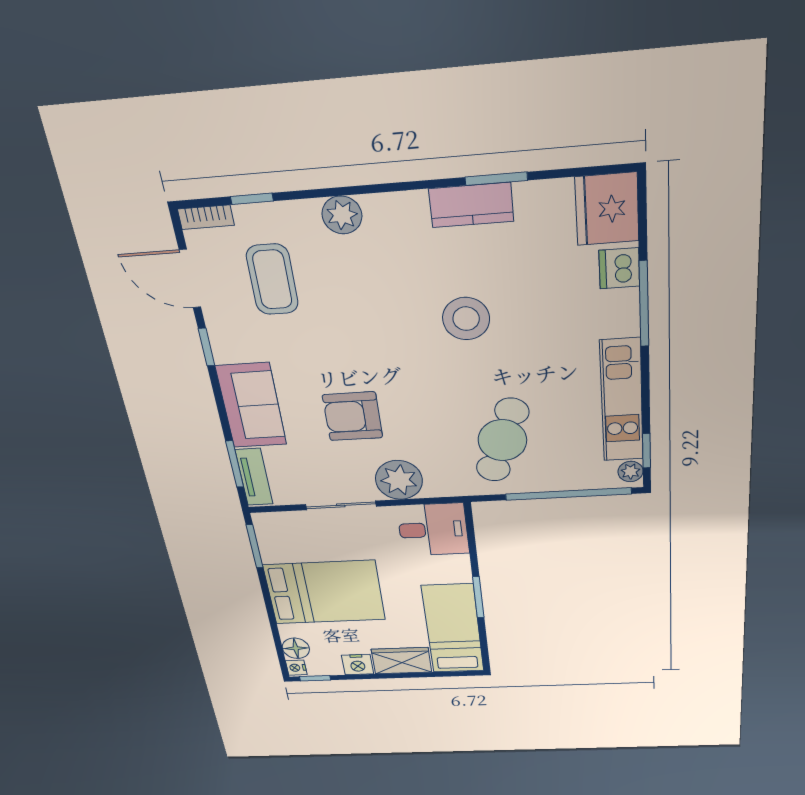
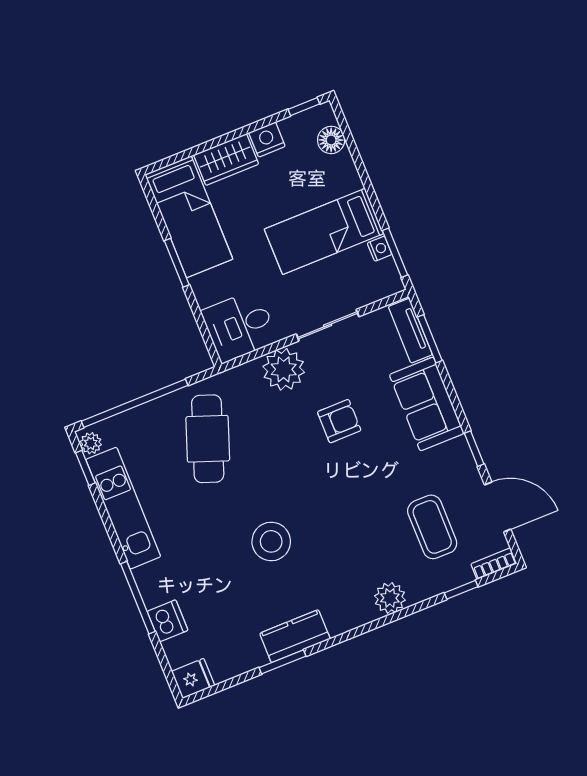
fridge: (607, 209) -> (193, 678), width x0.53, depth x0.75
armchair: (353, 416) -> (339, 421), width x0.72, depth x0.72
bed: (325, 592) -> (324, 231), width x0.67
nightstand: (296, 668) -> (380, 249), moved

